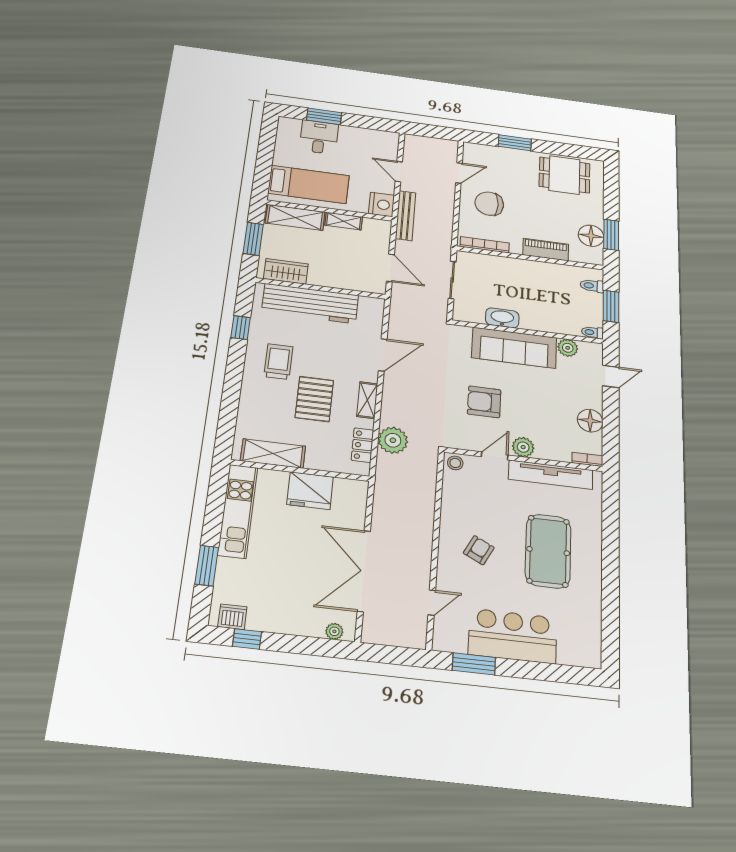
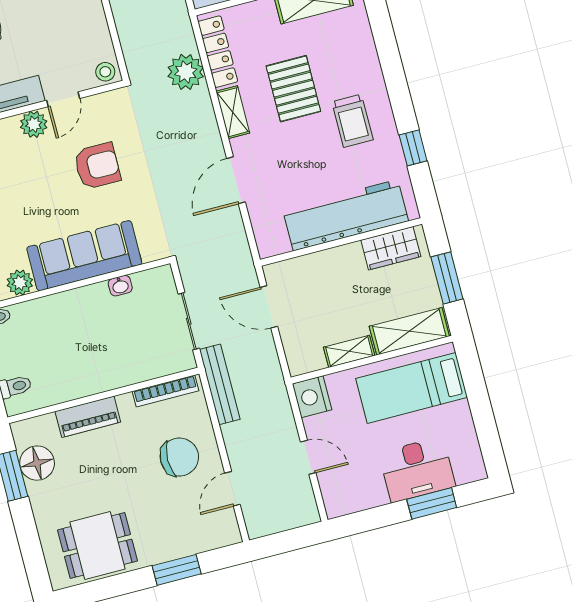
desk: (319, 137) -> (417, 469), width x1.37
bench: (406, 216) -> (220, 384), moved
washbasin: (502, 318) -> (120, 286), width x0.52, depth x0.69
locker: (362, 445) -> (218, 52), width x1.53

